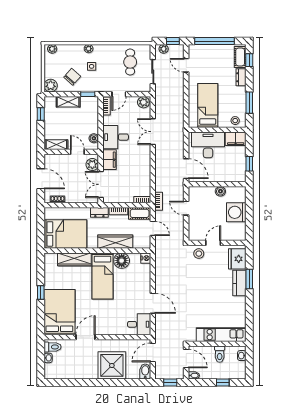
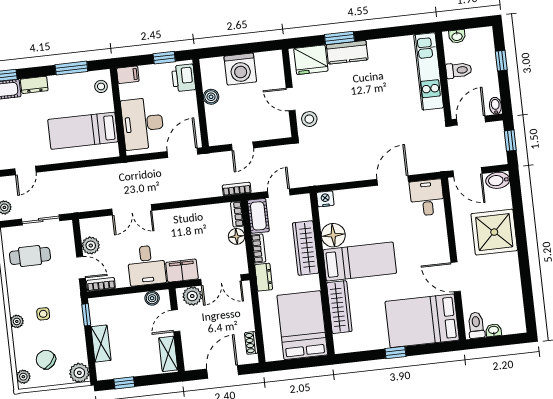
chair: (72, 77) -> (46, 360), moved
plant: (143, 102) -> (91, 245), moved
filing cabinet: (236, 139) -> (128, 75), width x0.50
printer: (235, 175) -> (184, 78), added
floor lamp: (128, 198) -> (237, 236), added

